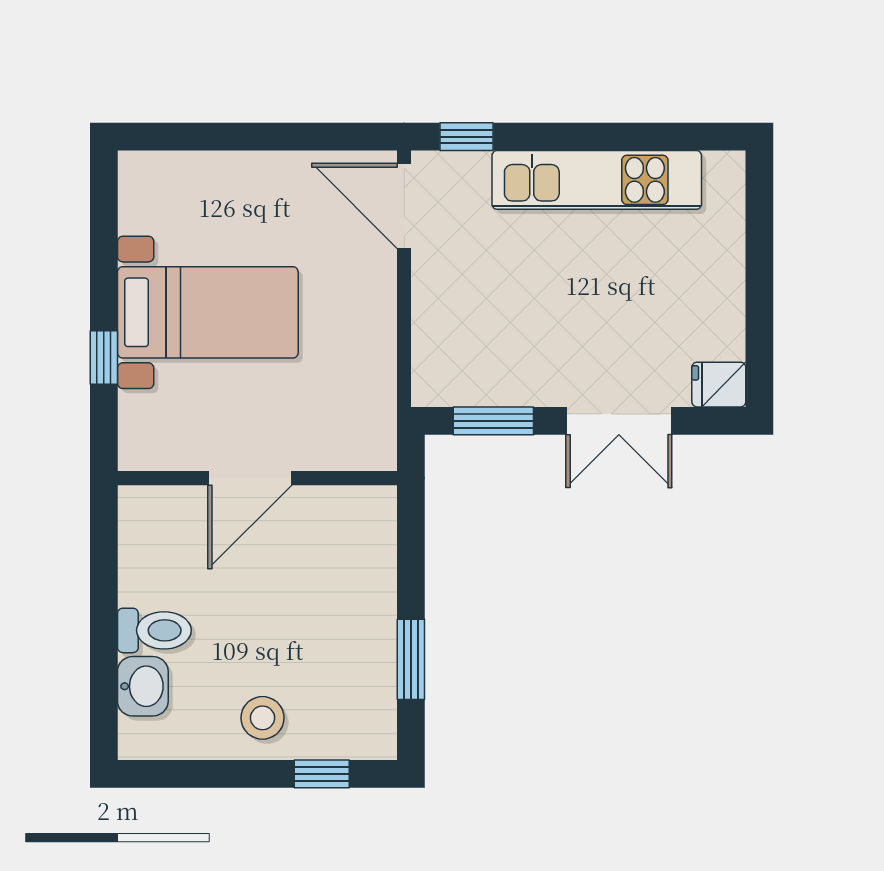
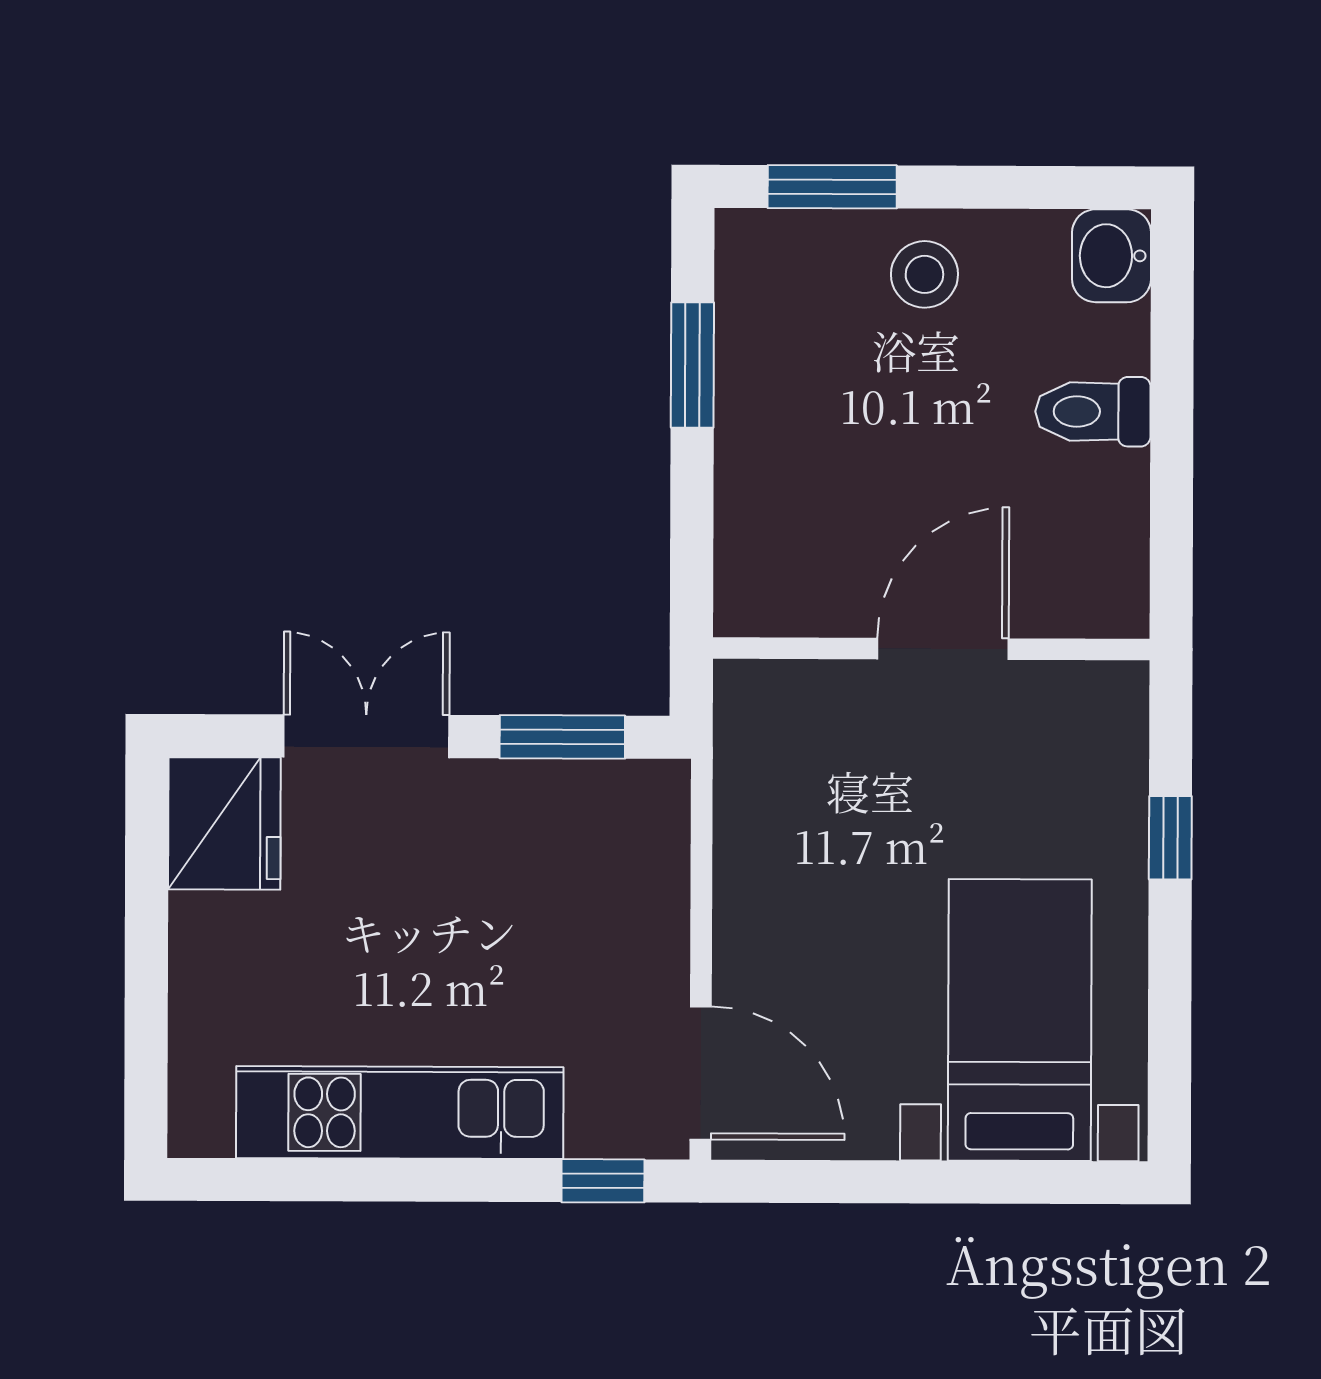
bed with nightstands: (208, 312) -> (1020, 1020), moved, turned 90
fridge: (719, 385) -> (224, 823), width x1.88, depth x1.34
washbasin: (143, 686) -> (1111, 256), moved
window: (322, 774) -> (832, 187), width x1.50

